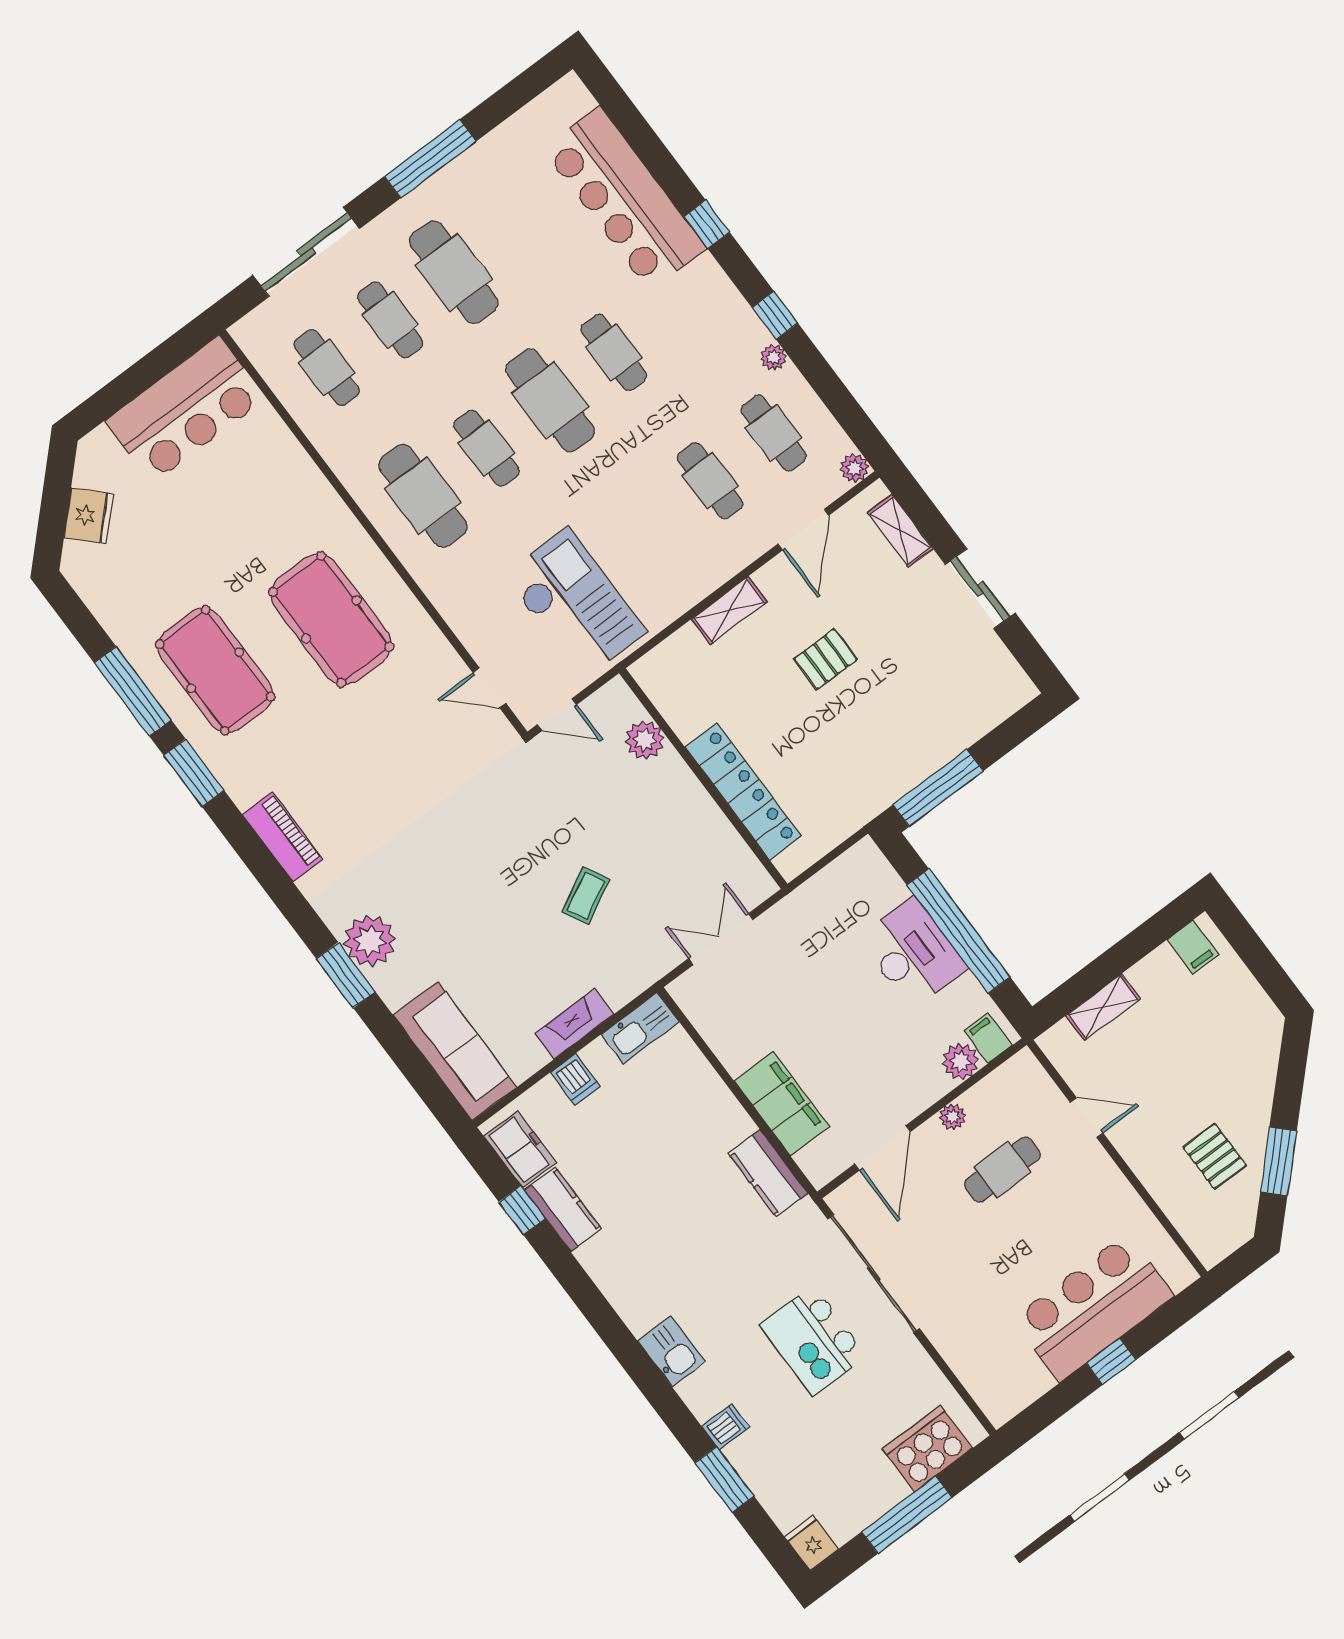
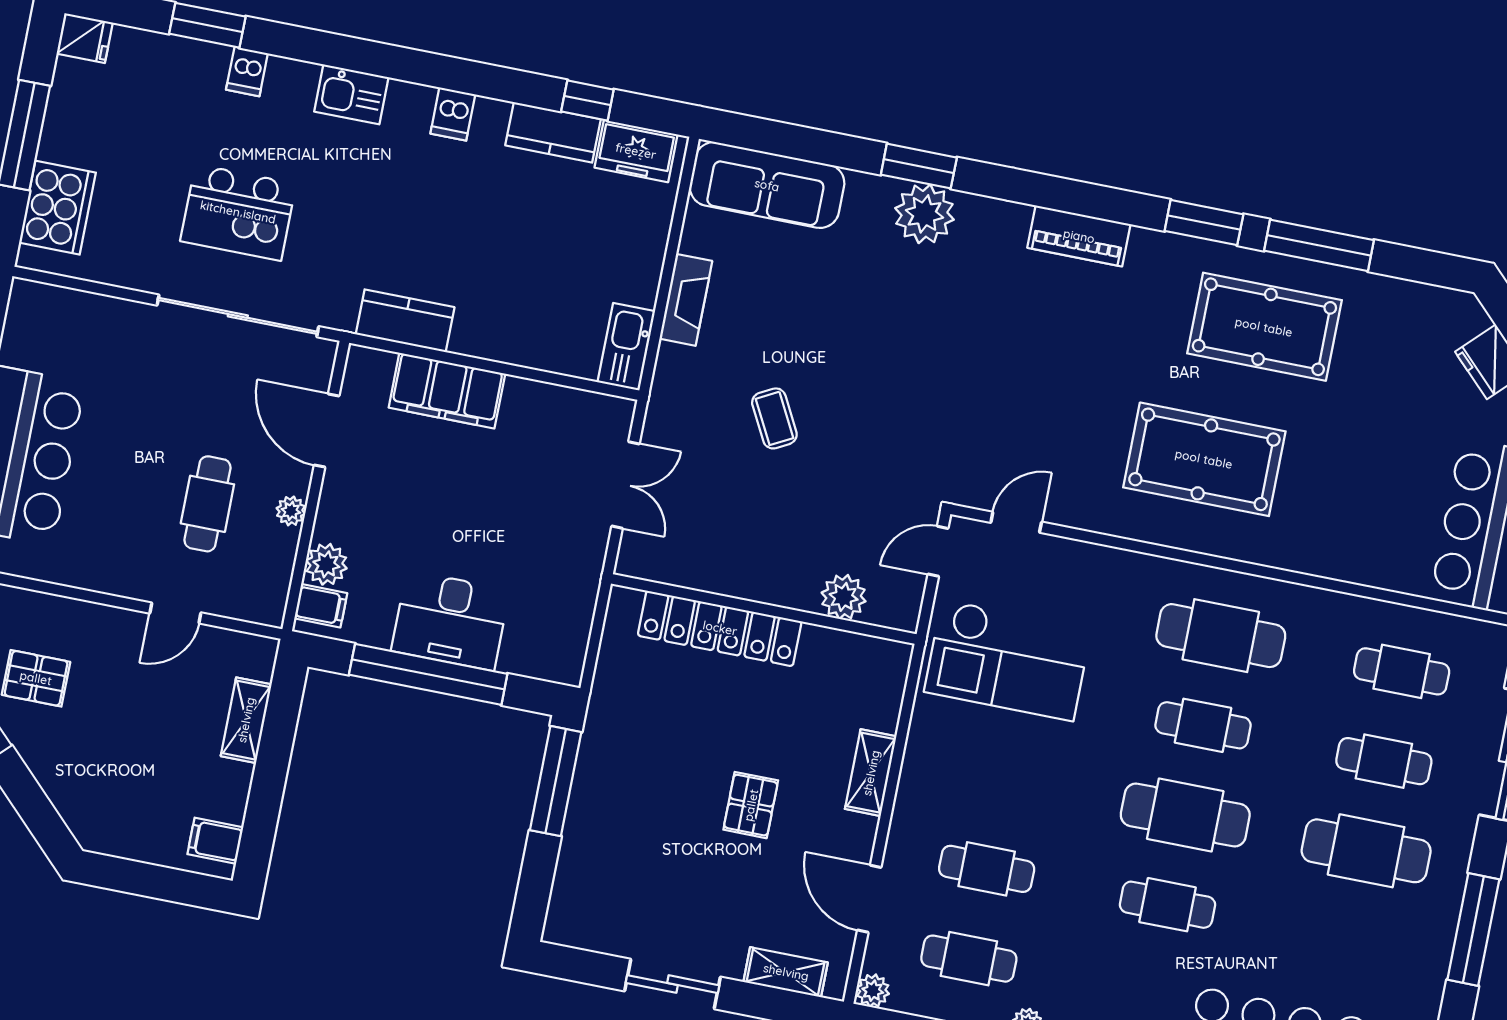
dishwasher: (575, 1079) -> (453, 114), moved, turned -90
kitchen island: (813, 1340) -> (238, 212), turned 180

